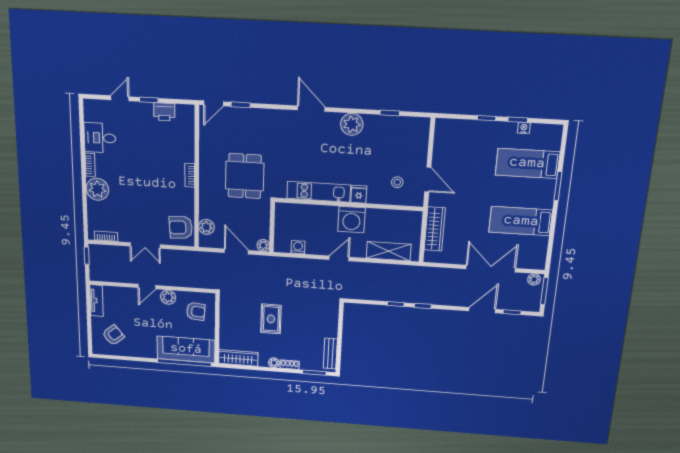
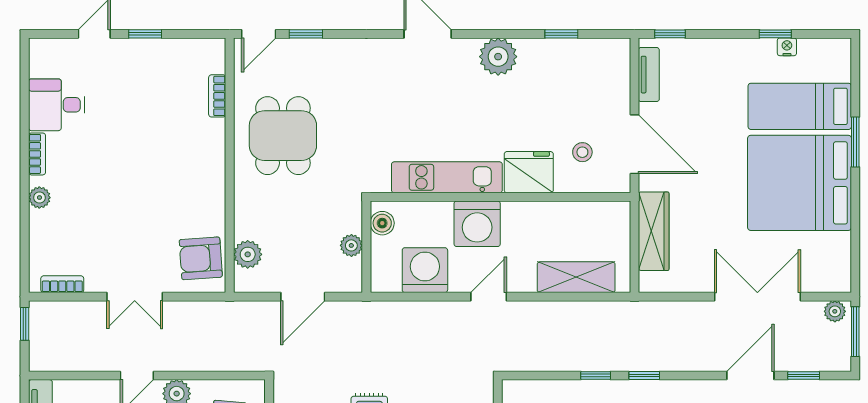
printer: (164, 112) -> (172, 53), removed
window: (487, 118) -> (670, 34), moved
tv unit: (440, 140) -> (649, 75), added
bookcase: (190, 175) -> (217, 96), moved
dining table: (245, 176) -> (283, 136), moved
door: (428, 180) -> (634, 144), width x1.36
plant: (97, 189) -> (39, 198), width x0.53, depth x0.53
fridge: (359, 194) -> (529, 172), width x1.88, depth x1.34
boiler: (281, 215) -> (382, 223), added
washing machine: (351, 220) -> (477, 224), moved
bed: (521, 221) -> (800, 183), width x2.04
plant: (263, 245) -> (351, 245), moved
washing machine: (298, 247) -> (425, 270), width x1.89, depth x1.89
door: (236, 252) -> (303, 297), swing flipped

